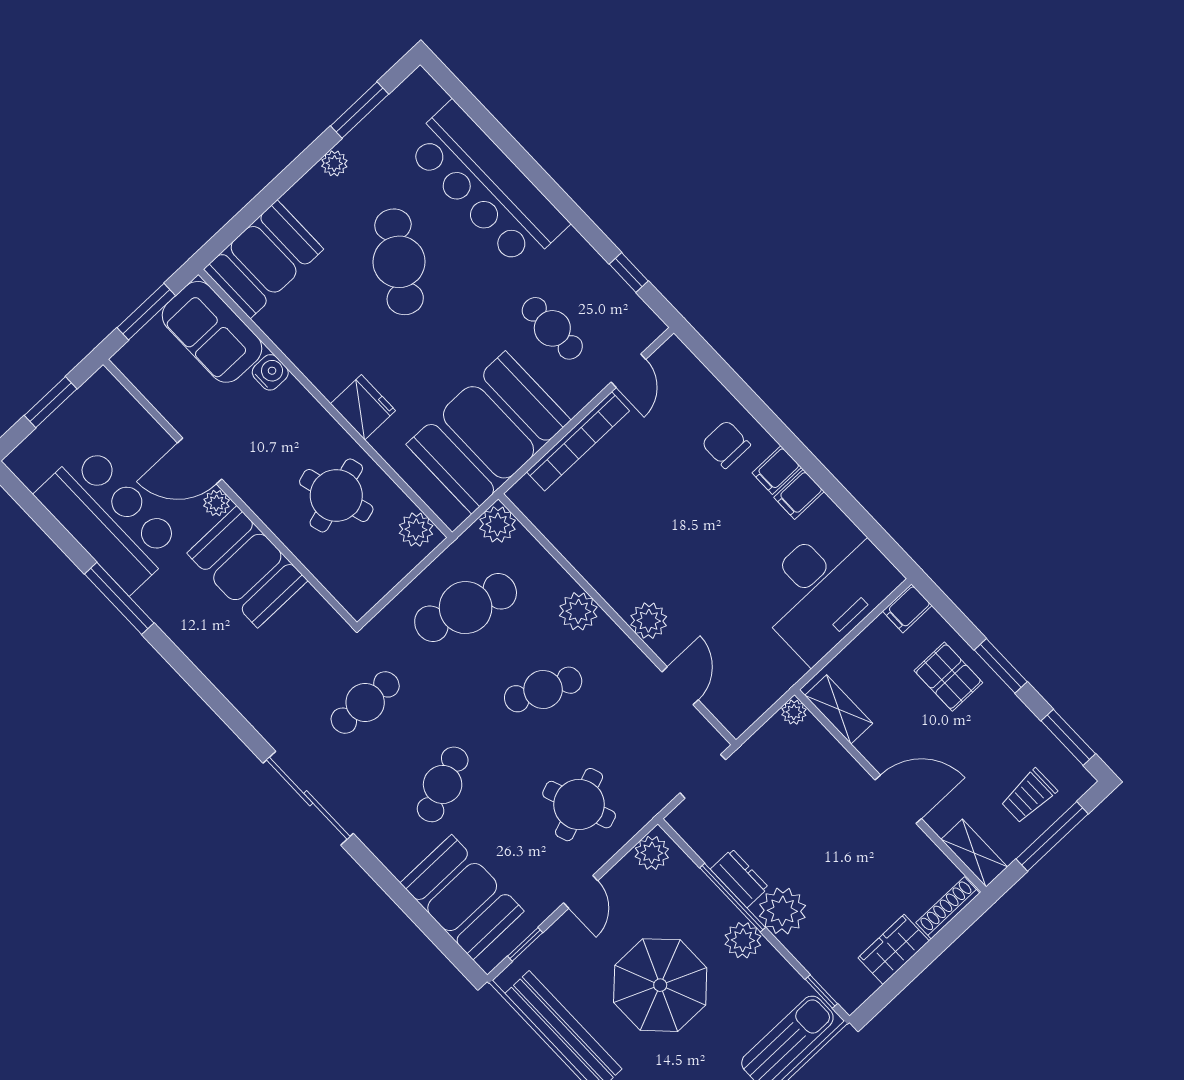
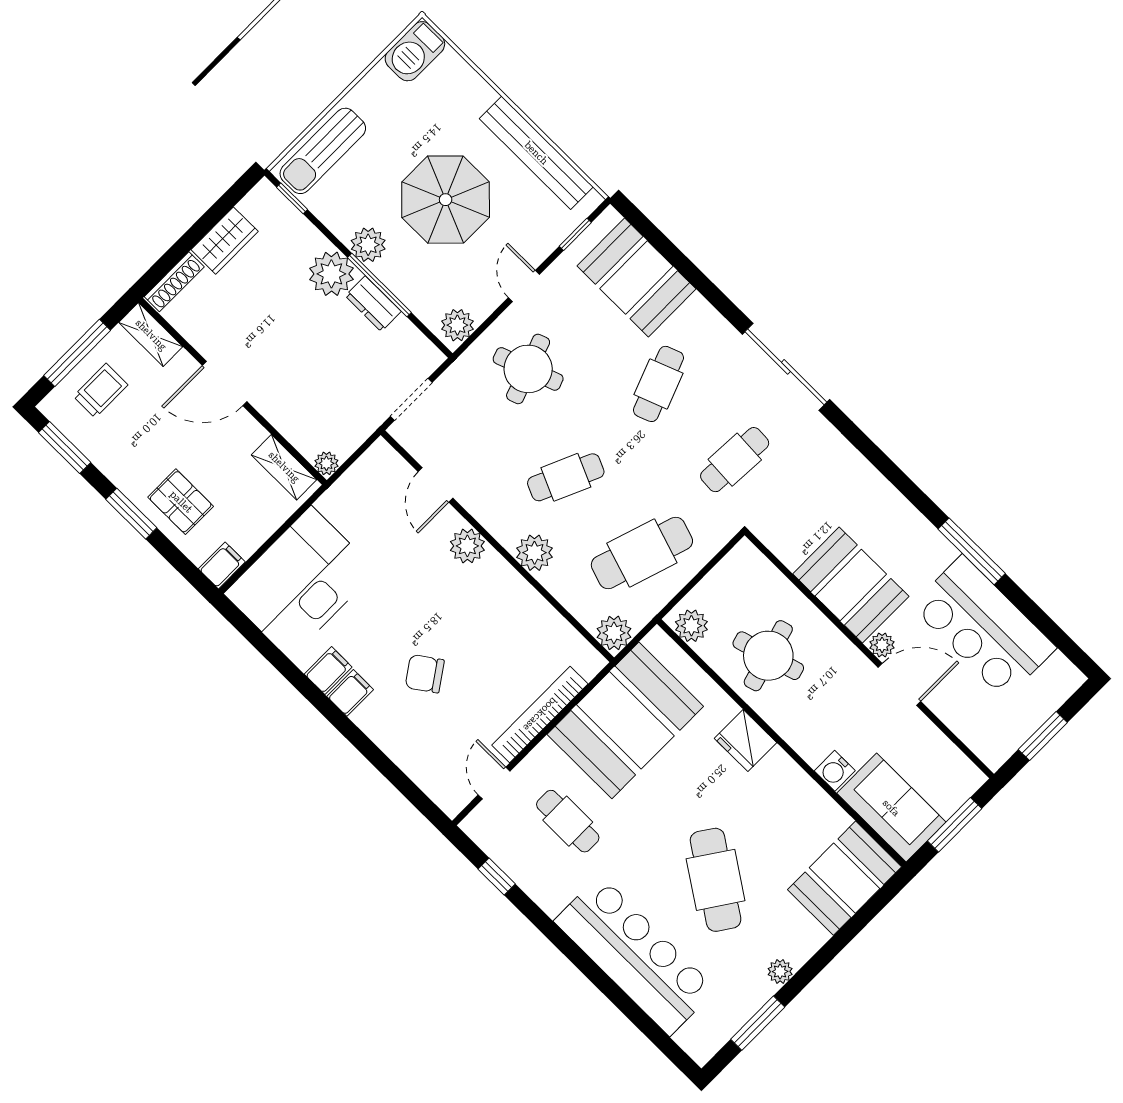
chair: (726, 444) -> (425, 674), moved, turned 145

